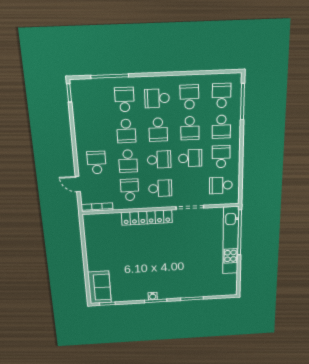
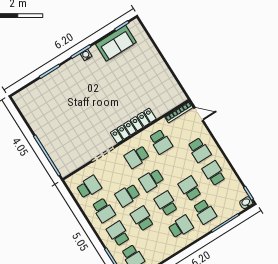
washbasin: (77, 85) -> (246, 203), added
school desk: (189, 97) -> (157, 242), removed
school desk: (128, 161) -> (214, 173), moved
door: (78, 184) -> (199, 114), moved
kitchen unit: (231, 241) -> (50, 144), removed
sofa: (99, 287) -> (116, 43), moved, turned -90

